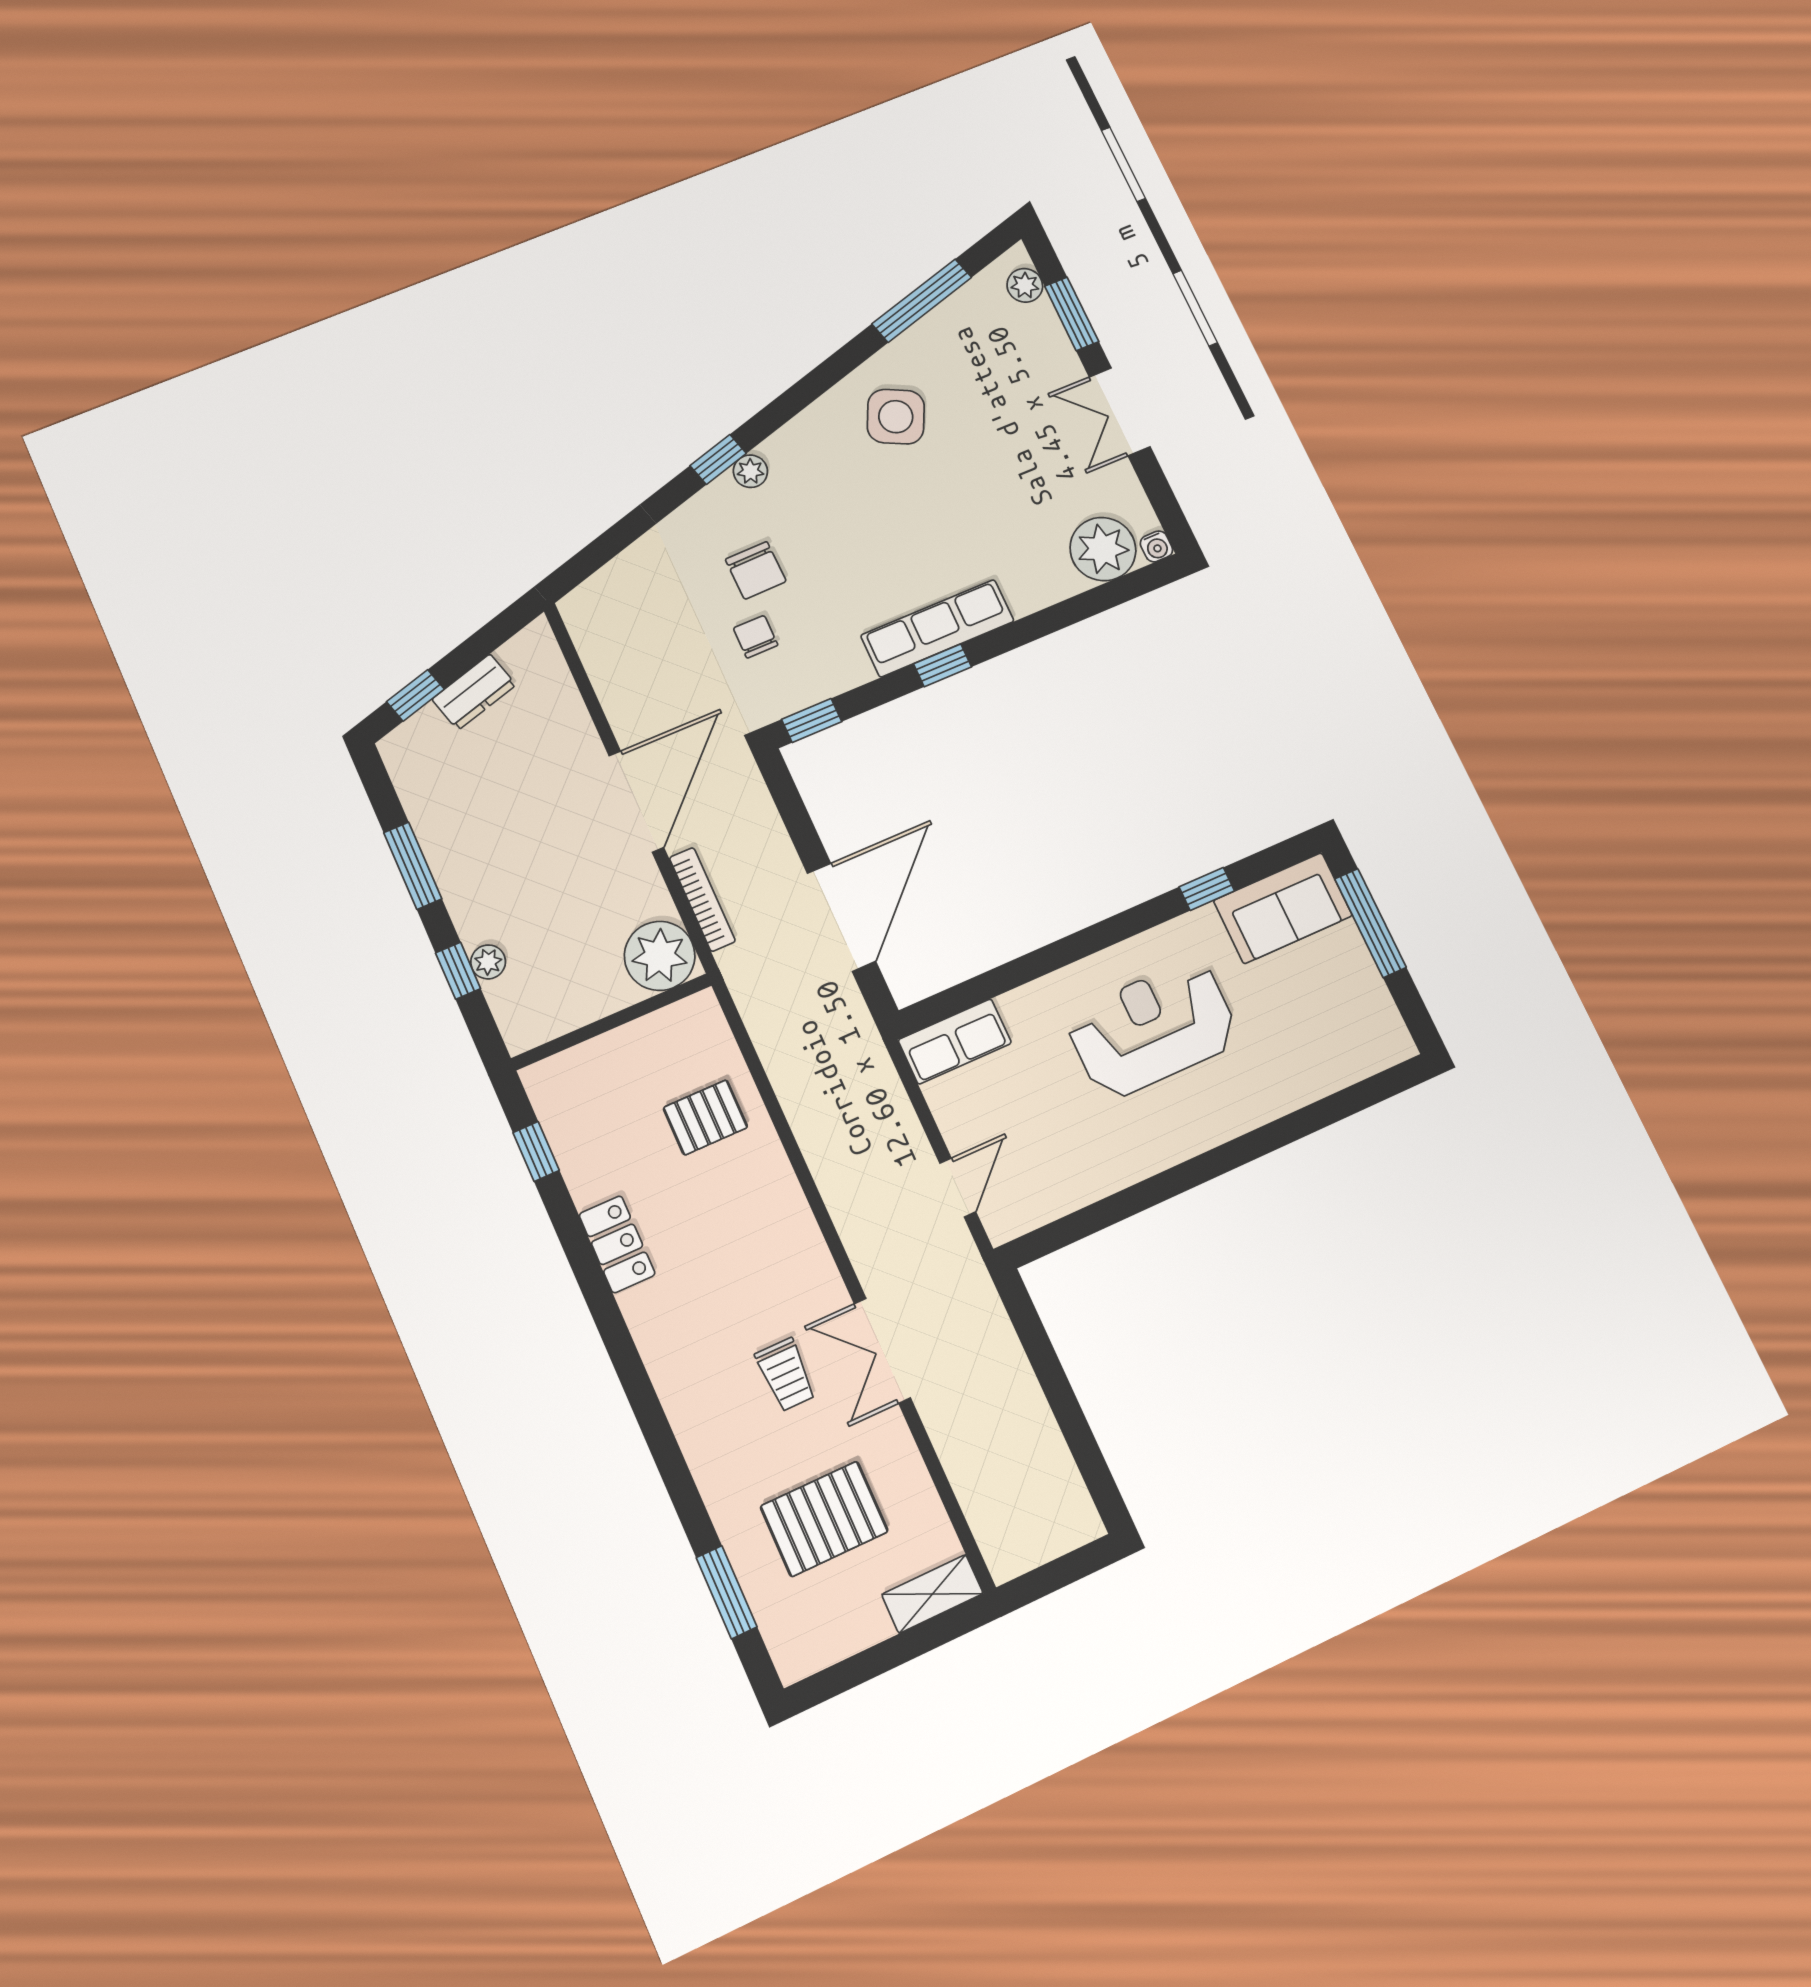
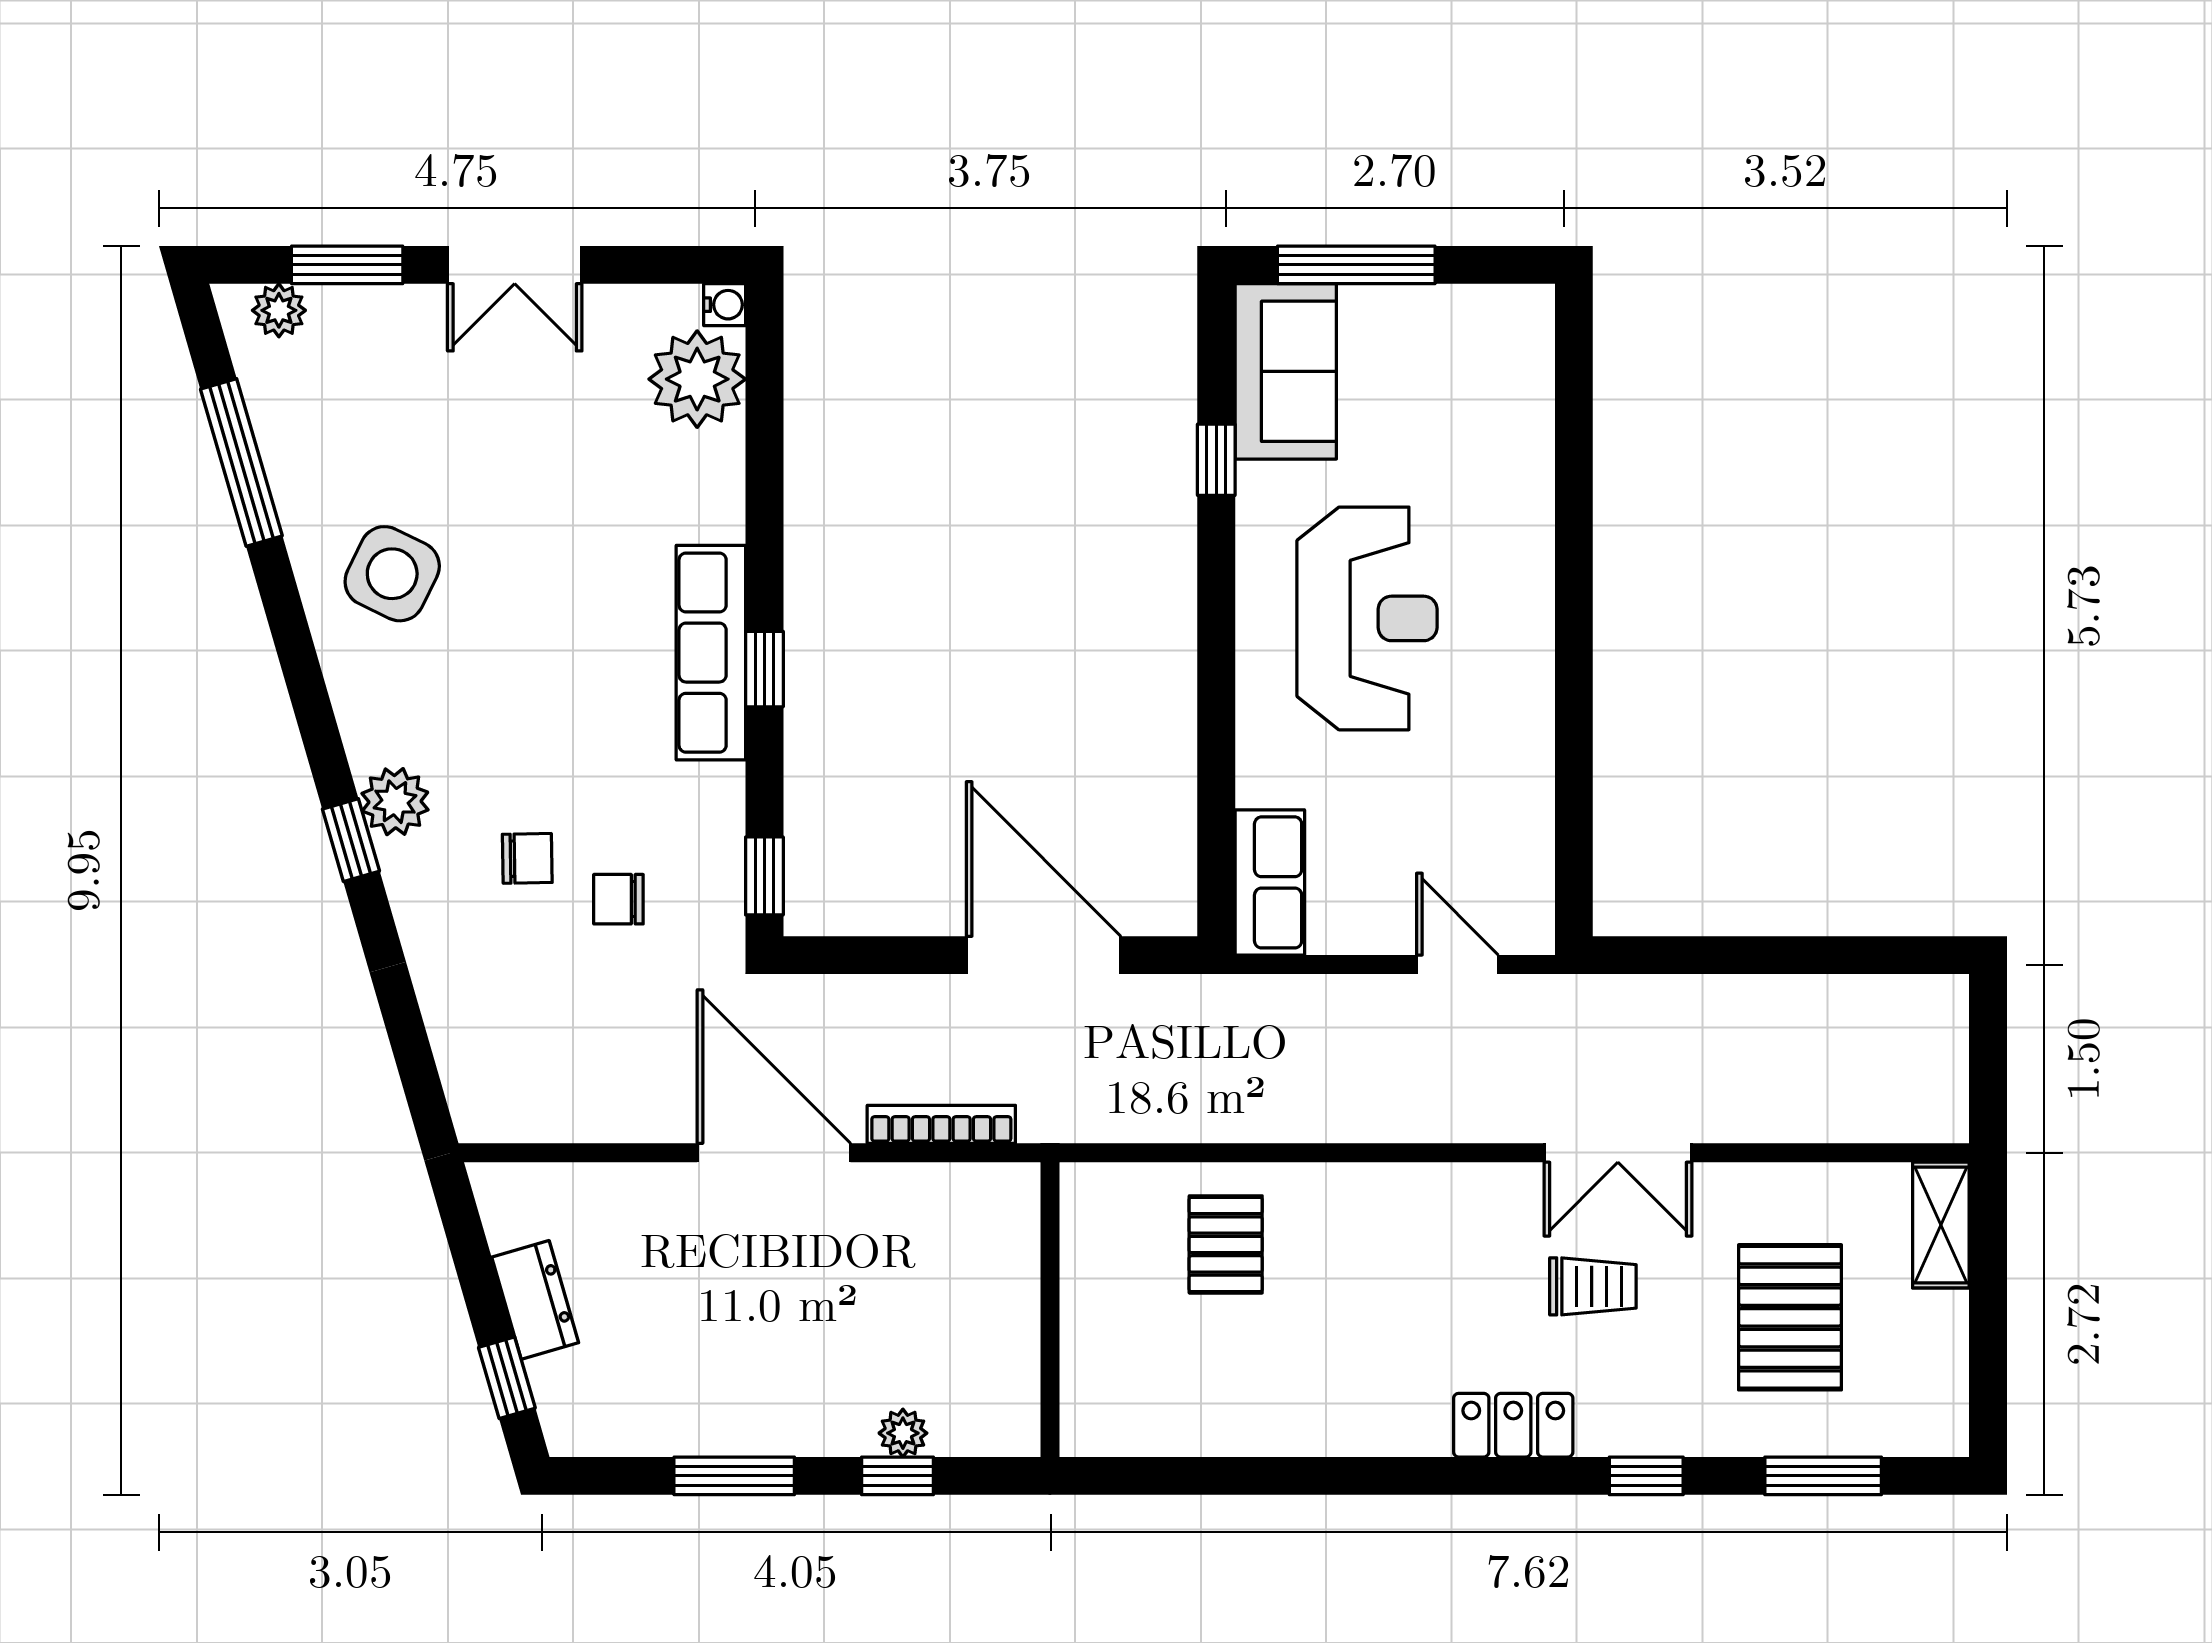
plant: (750, 471) -> (395, 802), width x1.38, depth x1.38
chair: (756, 570) -> (527, 858), width x0.73, depth x0.73
plant: (660, 956) -> (991, 1211), removed
reception desk: (1153, 1029) -> (1367, 618), turned 180
window: (536, 1151) -> (1646, 1476), moved
locker: (617, 1244) -> (1513, 1425), moved

